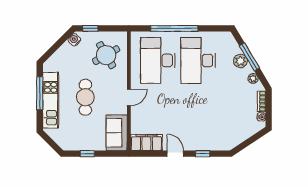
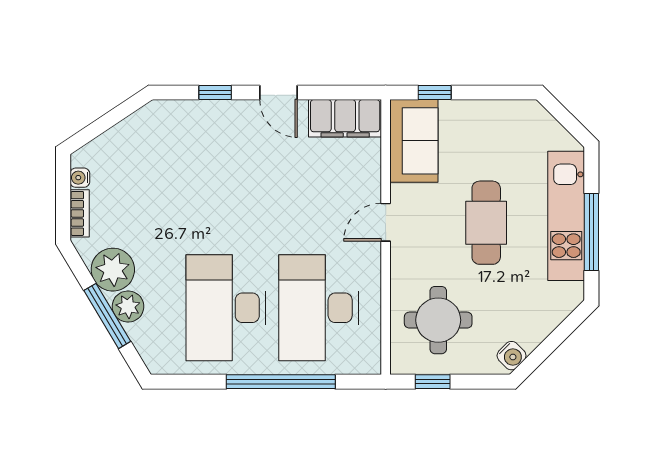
window: (90, 28) -> (433, 382), moved
round table: (106, 55) -> (438, 320), turned 30
desk: (158, 60) -> (319, 308), turned 180
desk: (198, 60) -> (226, 308), turned 180
plant: (253, 78) -> (113, 270), width x1.88, depth x1.88
window: (87, 154) -> (435, 92), moved

